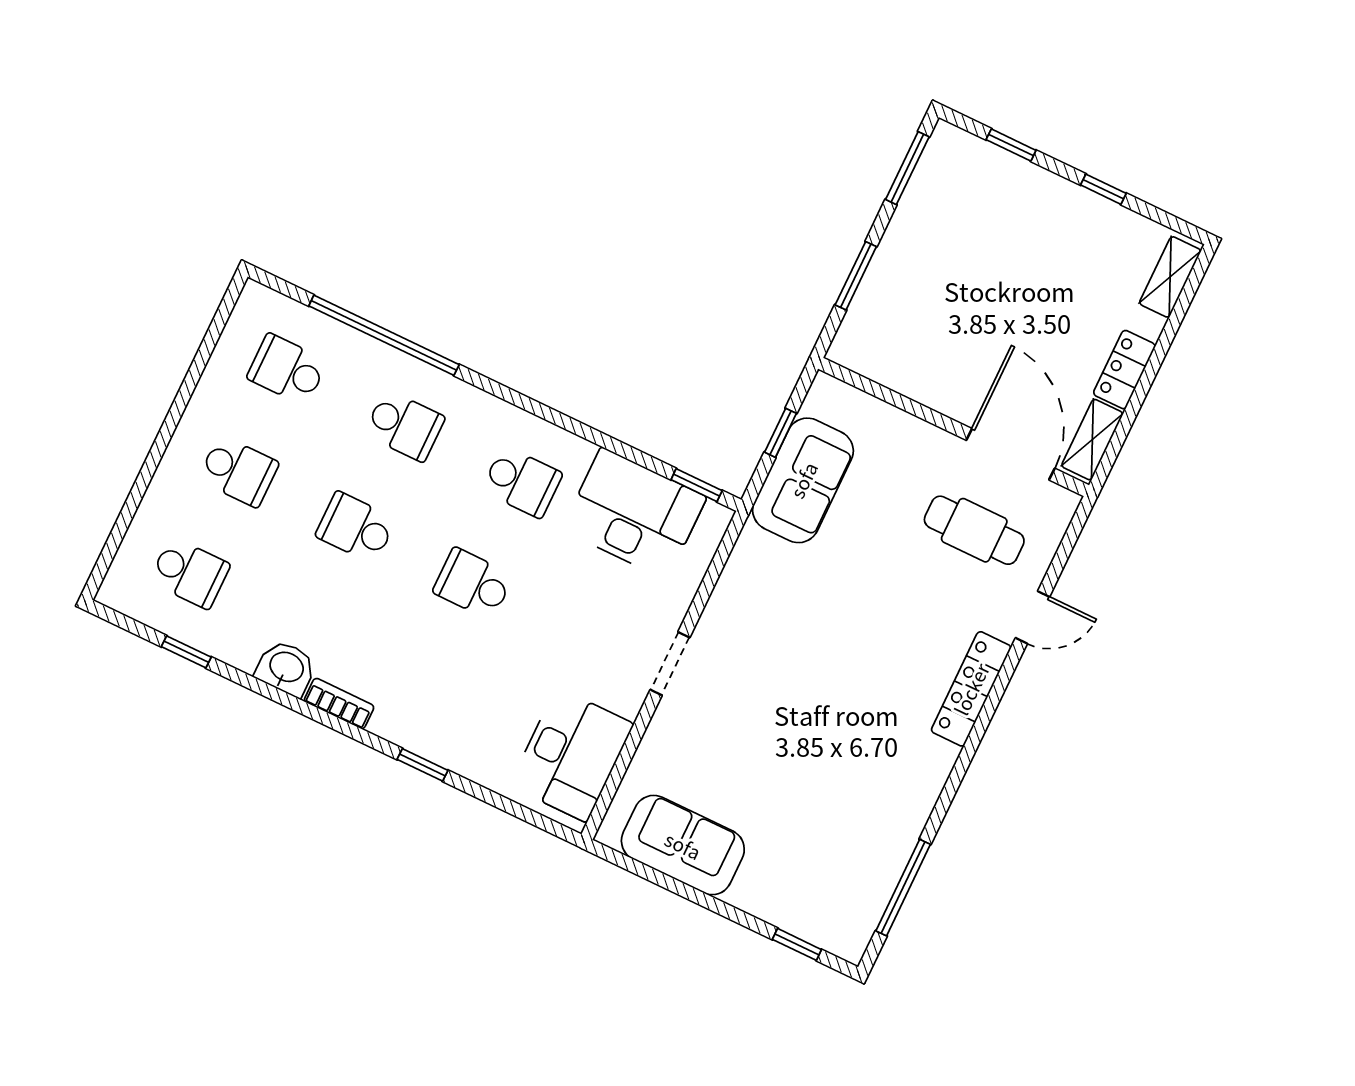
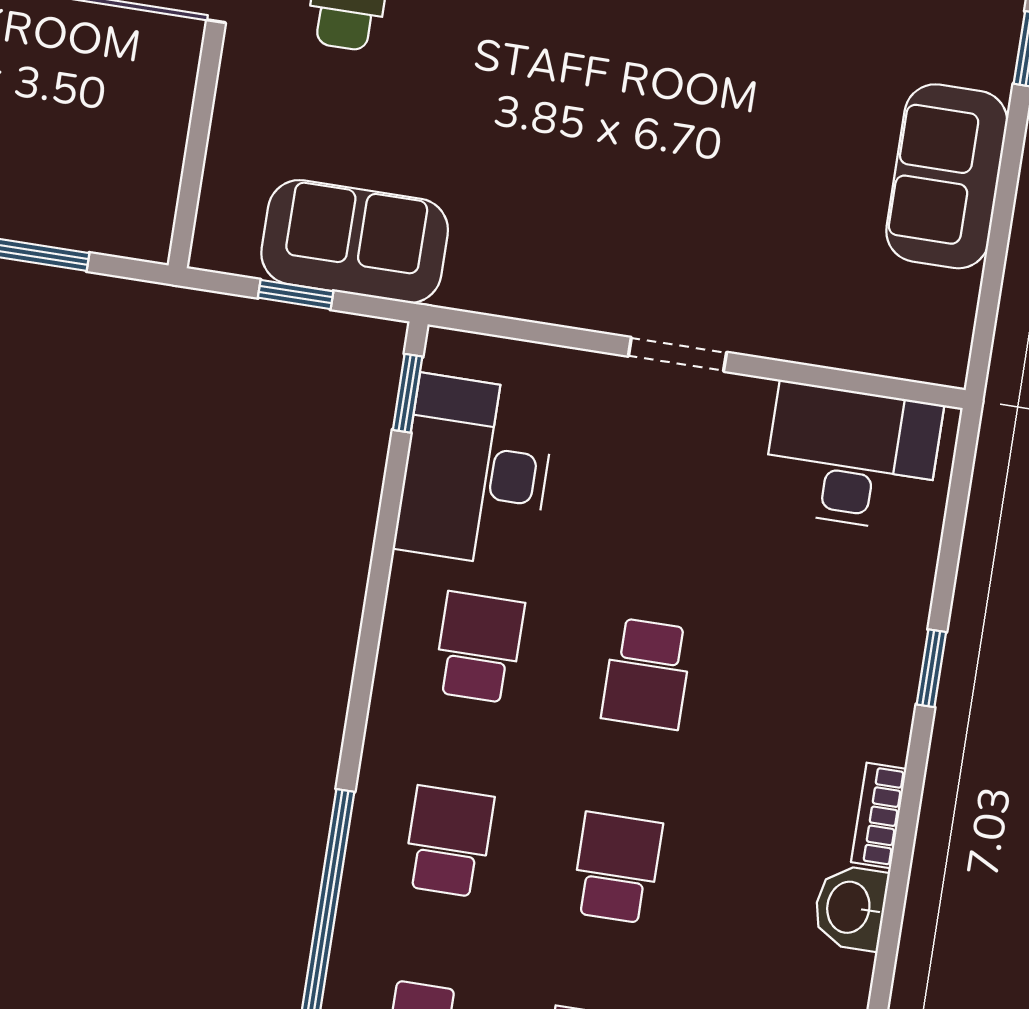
school desk: (356, 527) -> (617, 868), turned 180
sofa: (683, 845) -> (947, 176), moved

